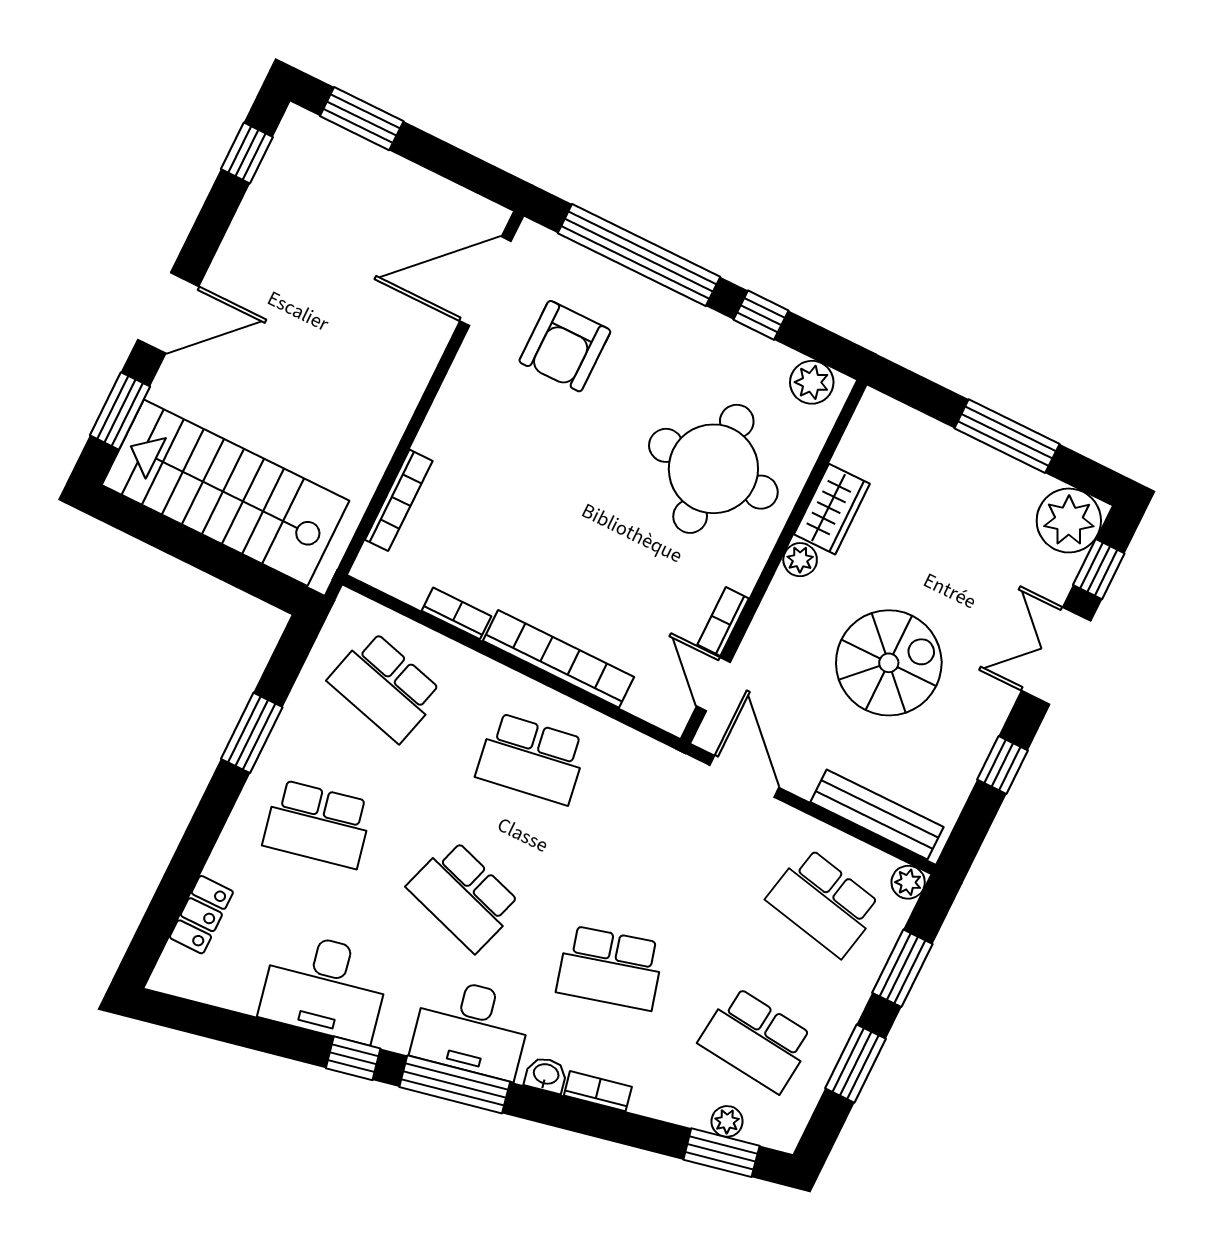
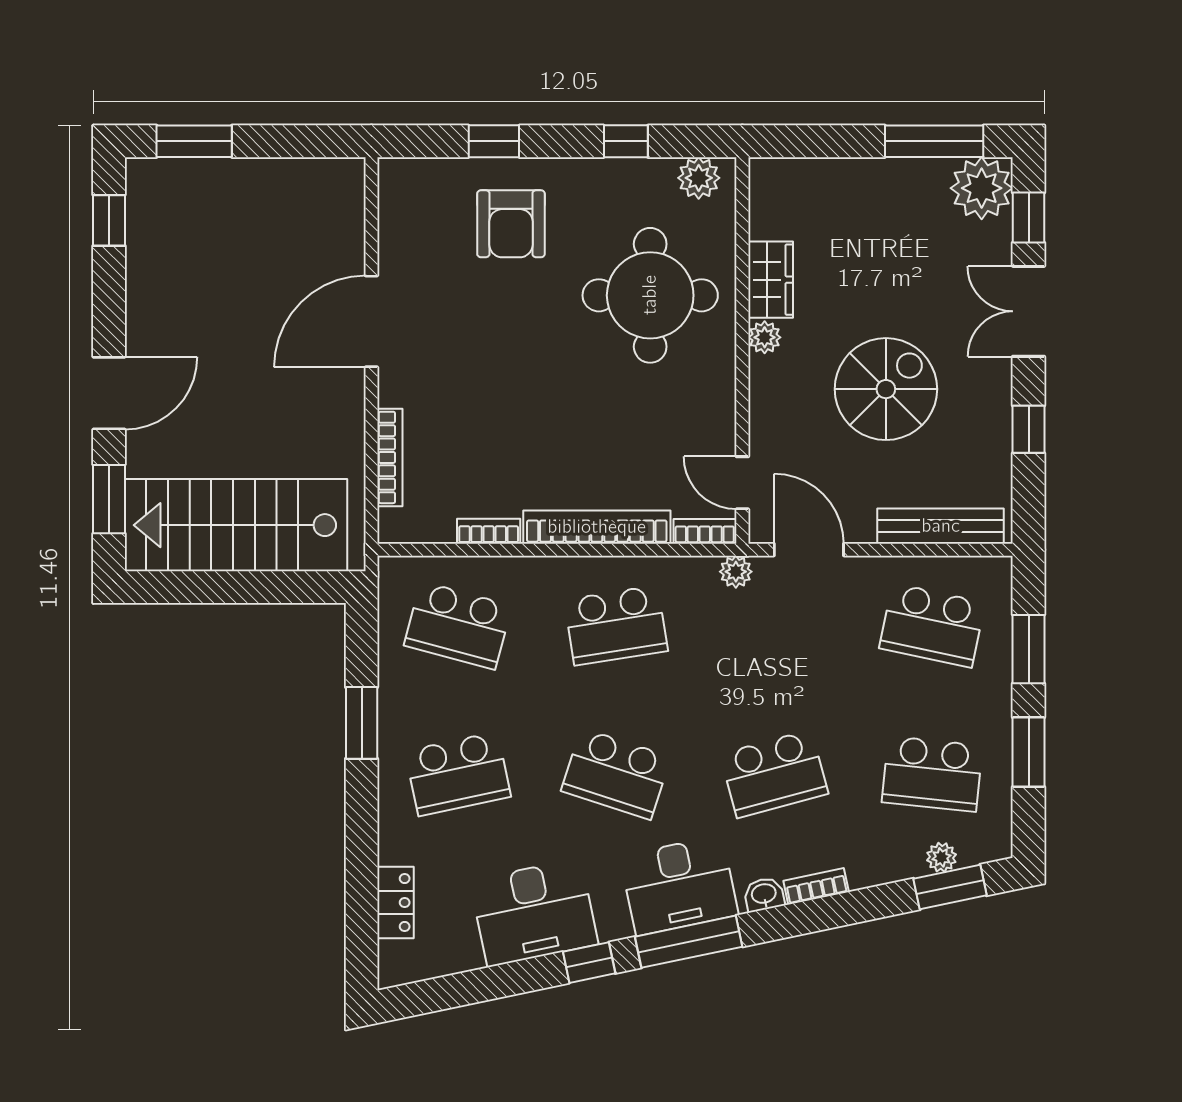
window: (639, 255) -> (494, 141), width x0.32
door: (485, 281) -> (371, 321), moved
armchair: (565, 346) -> (511, 224), moved
window: (1007, 436) -> (934, 141), moved
bookcase: (723, 622) -> (705, 531), moved, turned 90
plant: (908, 882) -> (736, 572), moved

